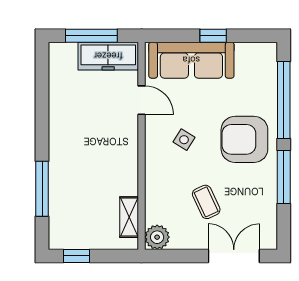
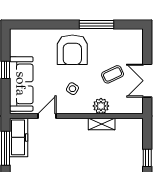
window: (284, 100) -> (47, 25), removed
shelving: (129, 217) -> (102, 124), moved
plant: (157, 237) -> (101, 106), moved
double door: (234, 256) -> (147, 81), moved

